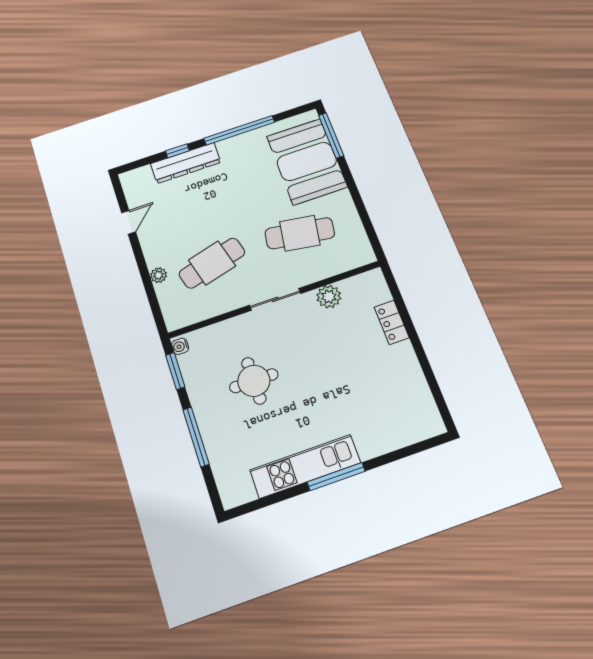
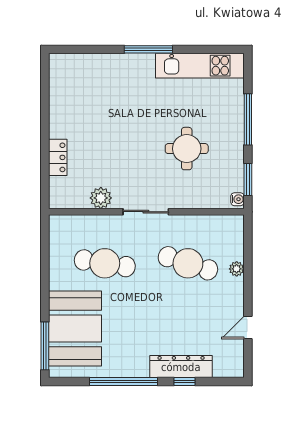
cafe table: (212, 263) -> (188, 263), turned 33
kitchen unit: (305, 466) -> (200, 66), moved

